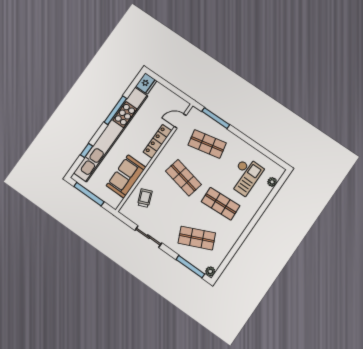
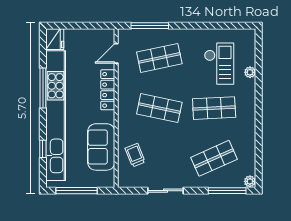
plant: (272, 182) -> (250, 72), moved

